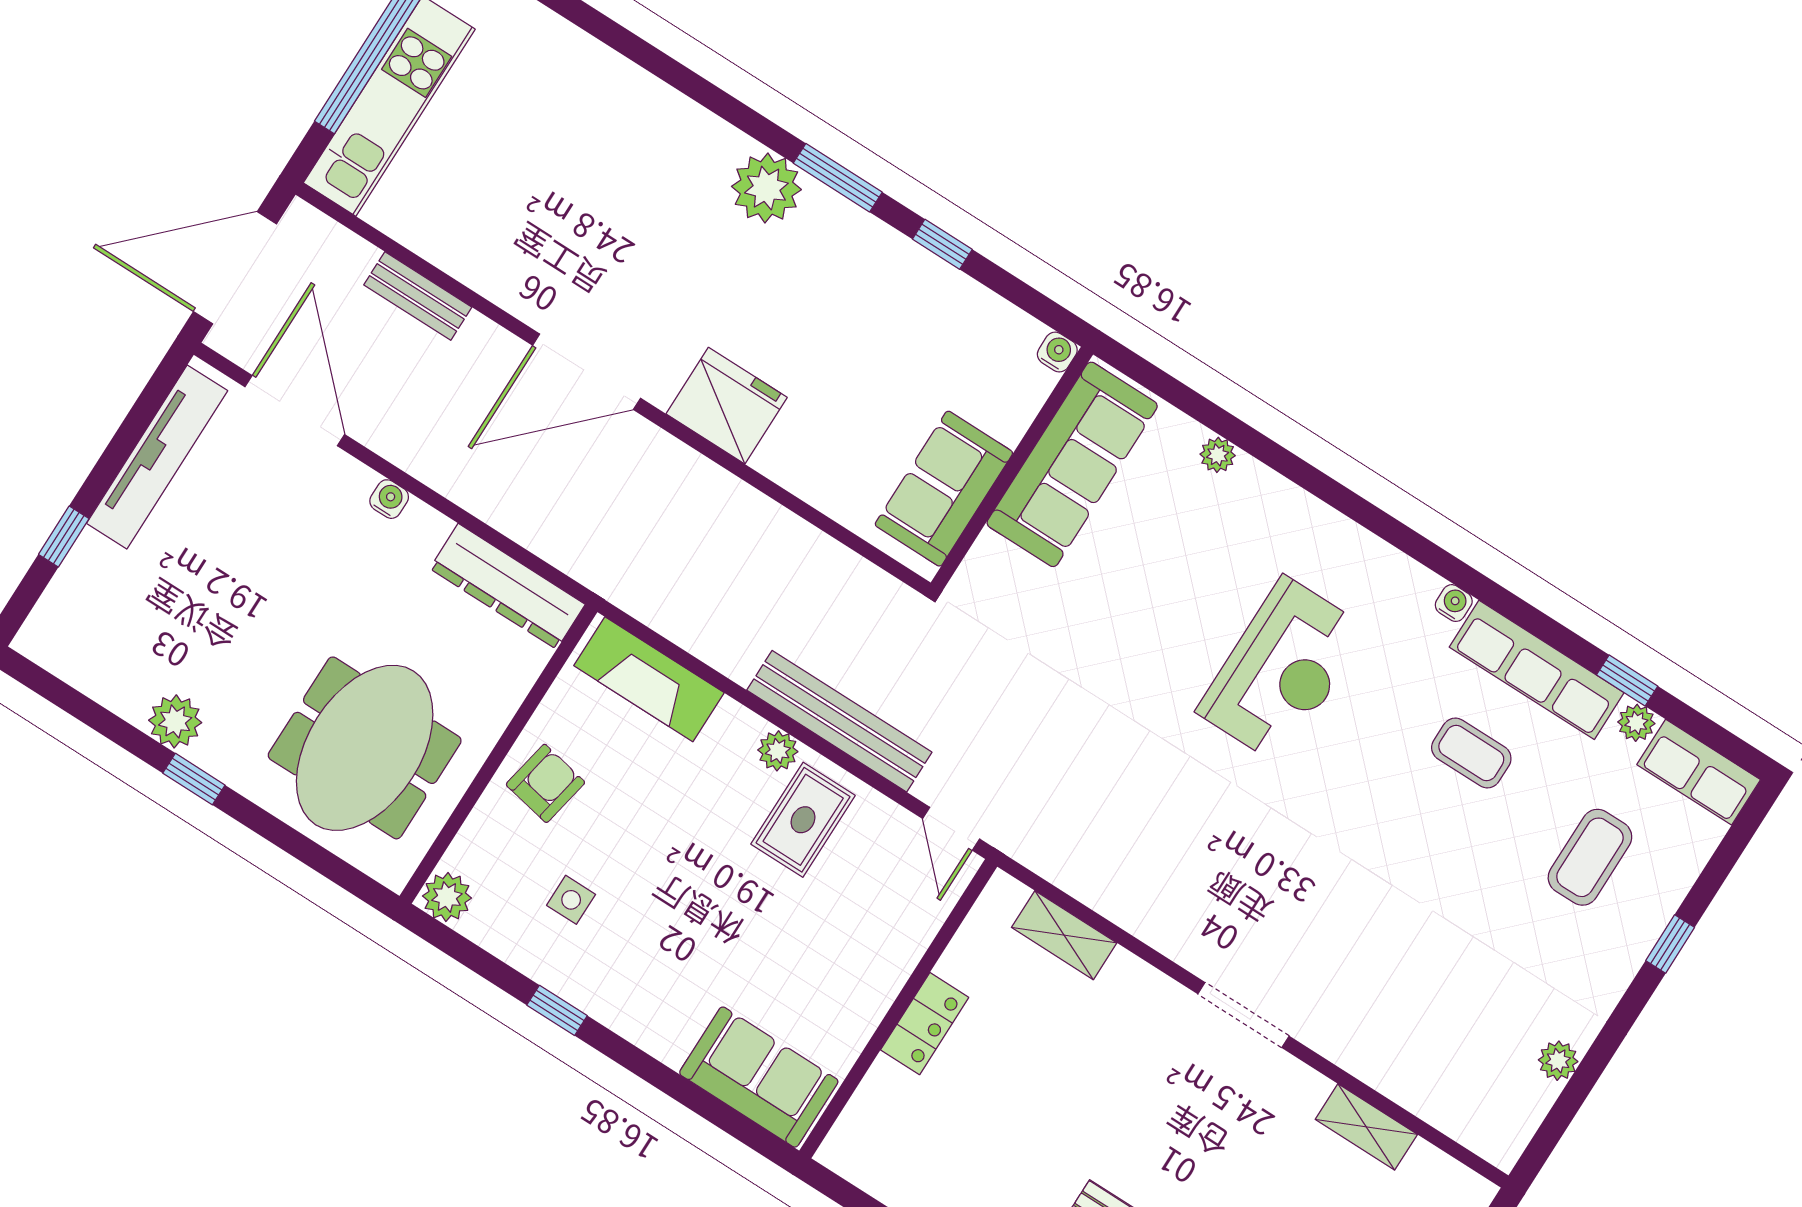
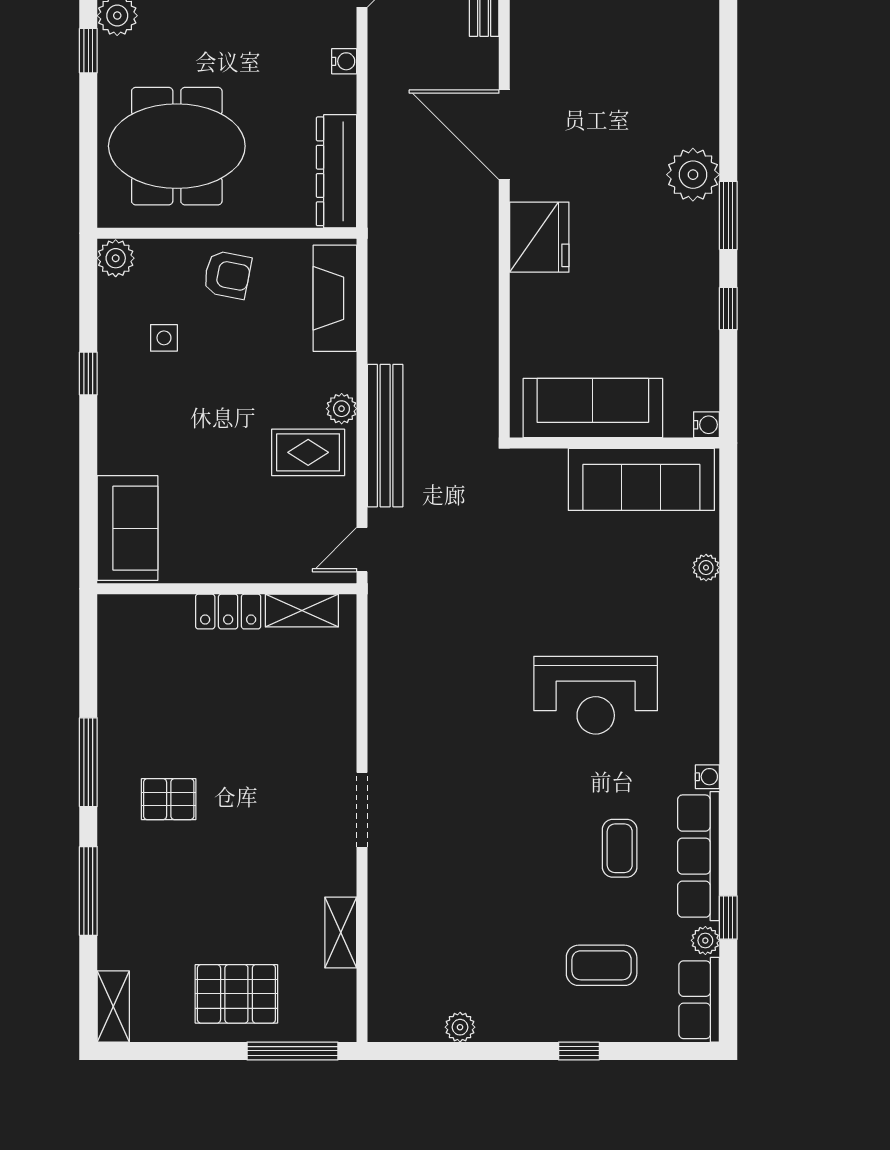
sofa: (944, 489) -> (593, 408), width x1.36
shelving: (1064, 935) -> (302, 611), moved, turned 90

